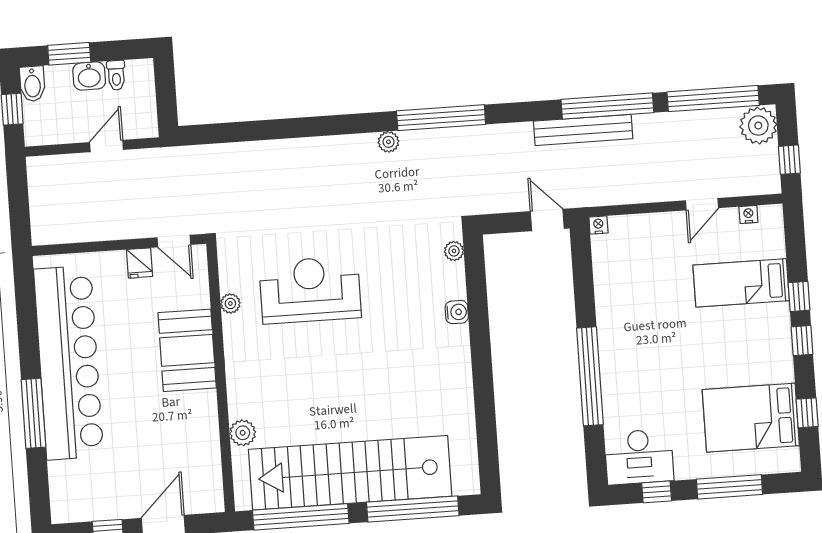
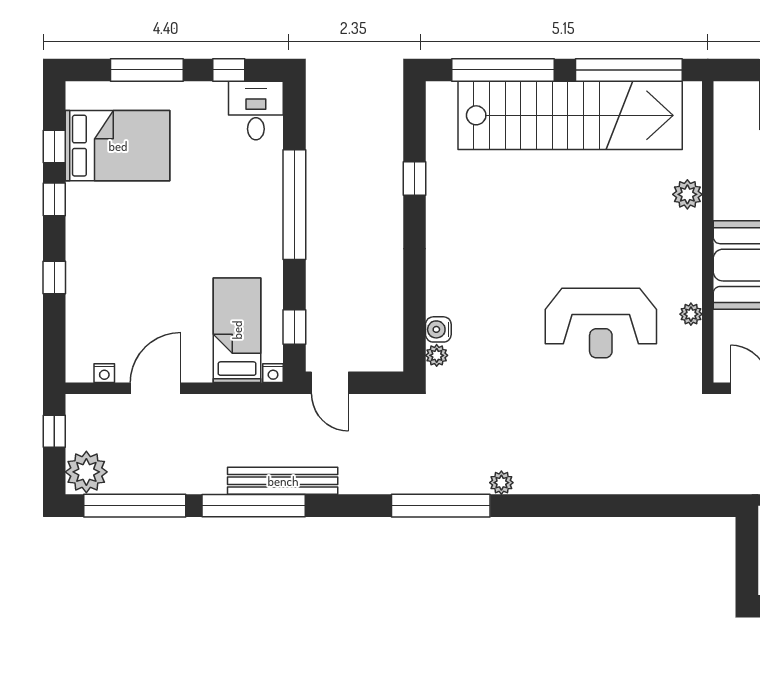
door: (702, 204) -> (155, 388), width x1.38
window: (582, 267) -> (294, 327), added
bed: (741, 283) -> (237, 330), moved, turned -90
water cooler: (457, 312) -> (438, 329), moved
window: (802, 341) -> (54, 199), moved
window: (485, 407) -> (414, 178), added
plant: (243, 433) -> (687, 194), moved
desk: (639, 457) -> (256, 111), width x0.73

